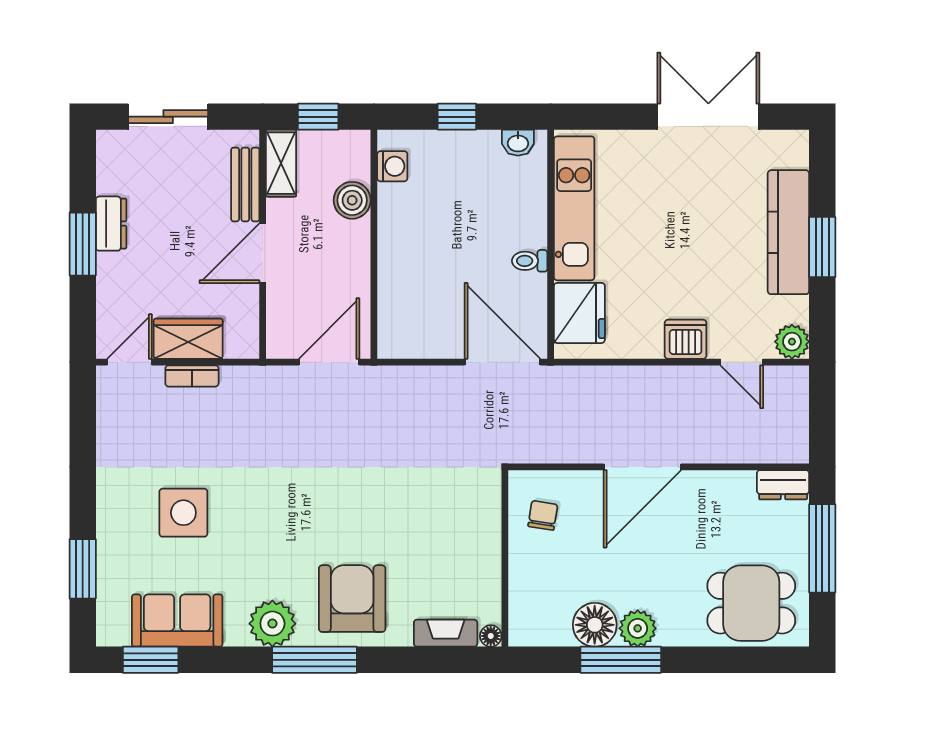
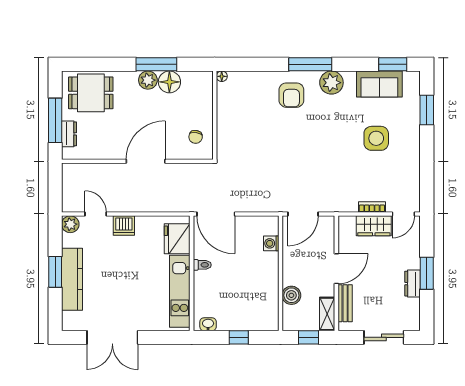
washing machine: (392, 166) -> (271, 243), moved
dresser: (783, 485) -> (69, 134), moved, turned 90
armchair: (352, 599) -> (291, 95), width x0.73, depth x0.73
fireplace: (446, 633) -> (244, 78), removed

